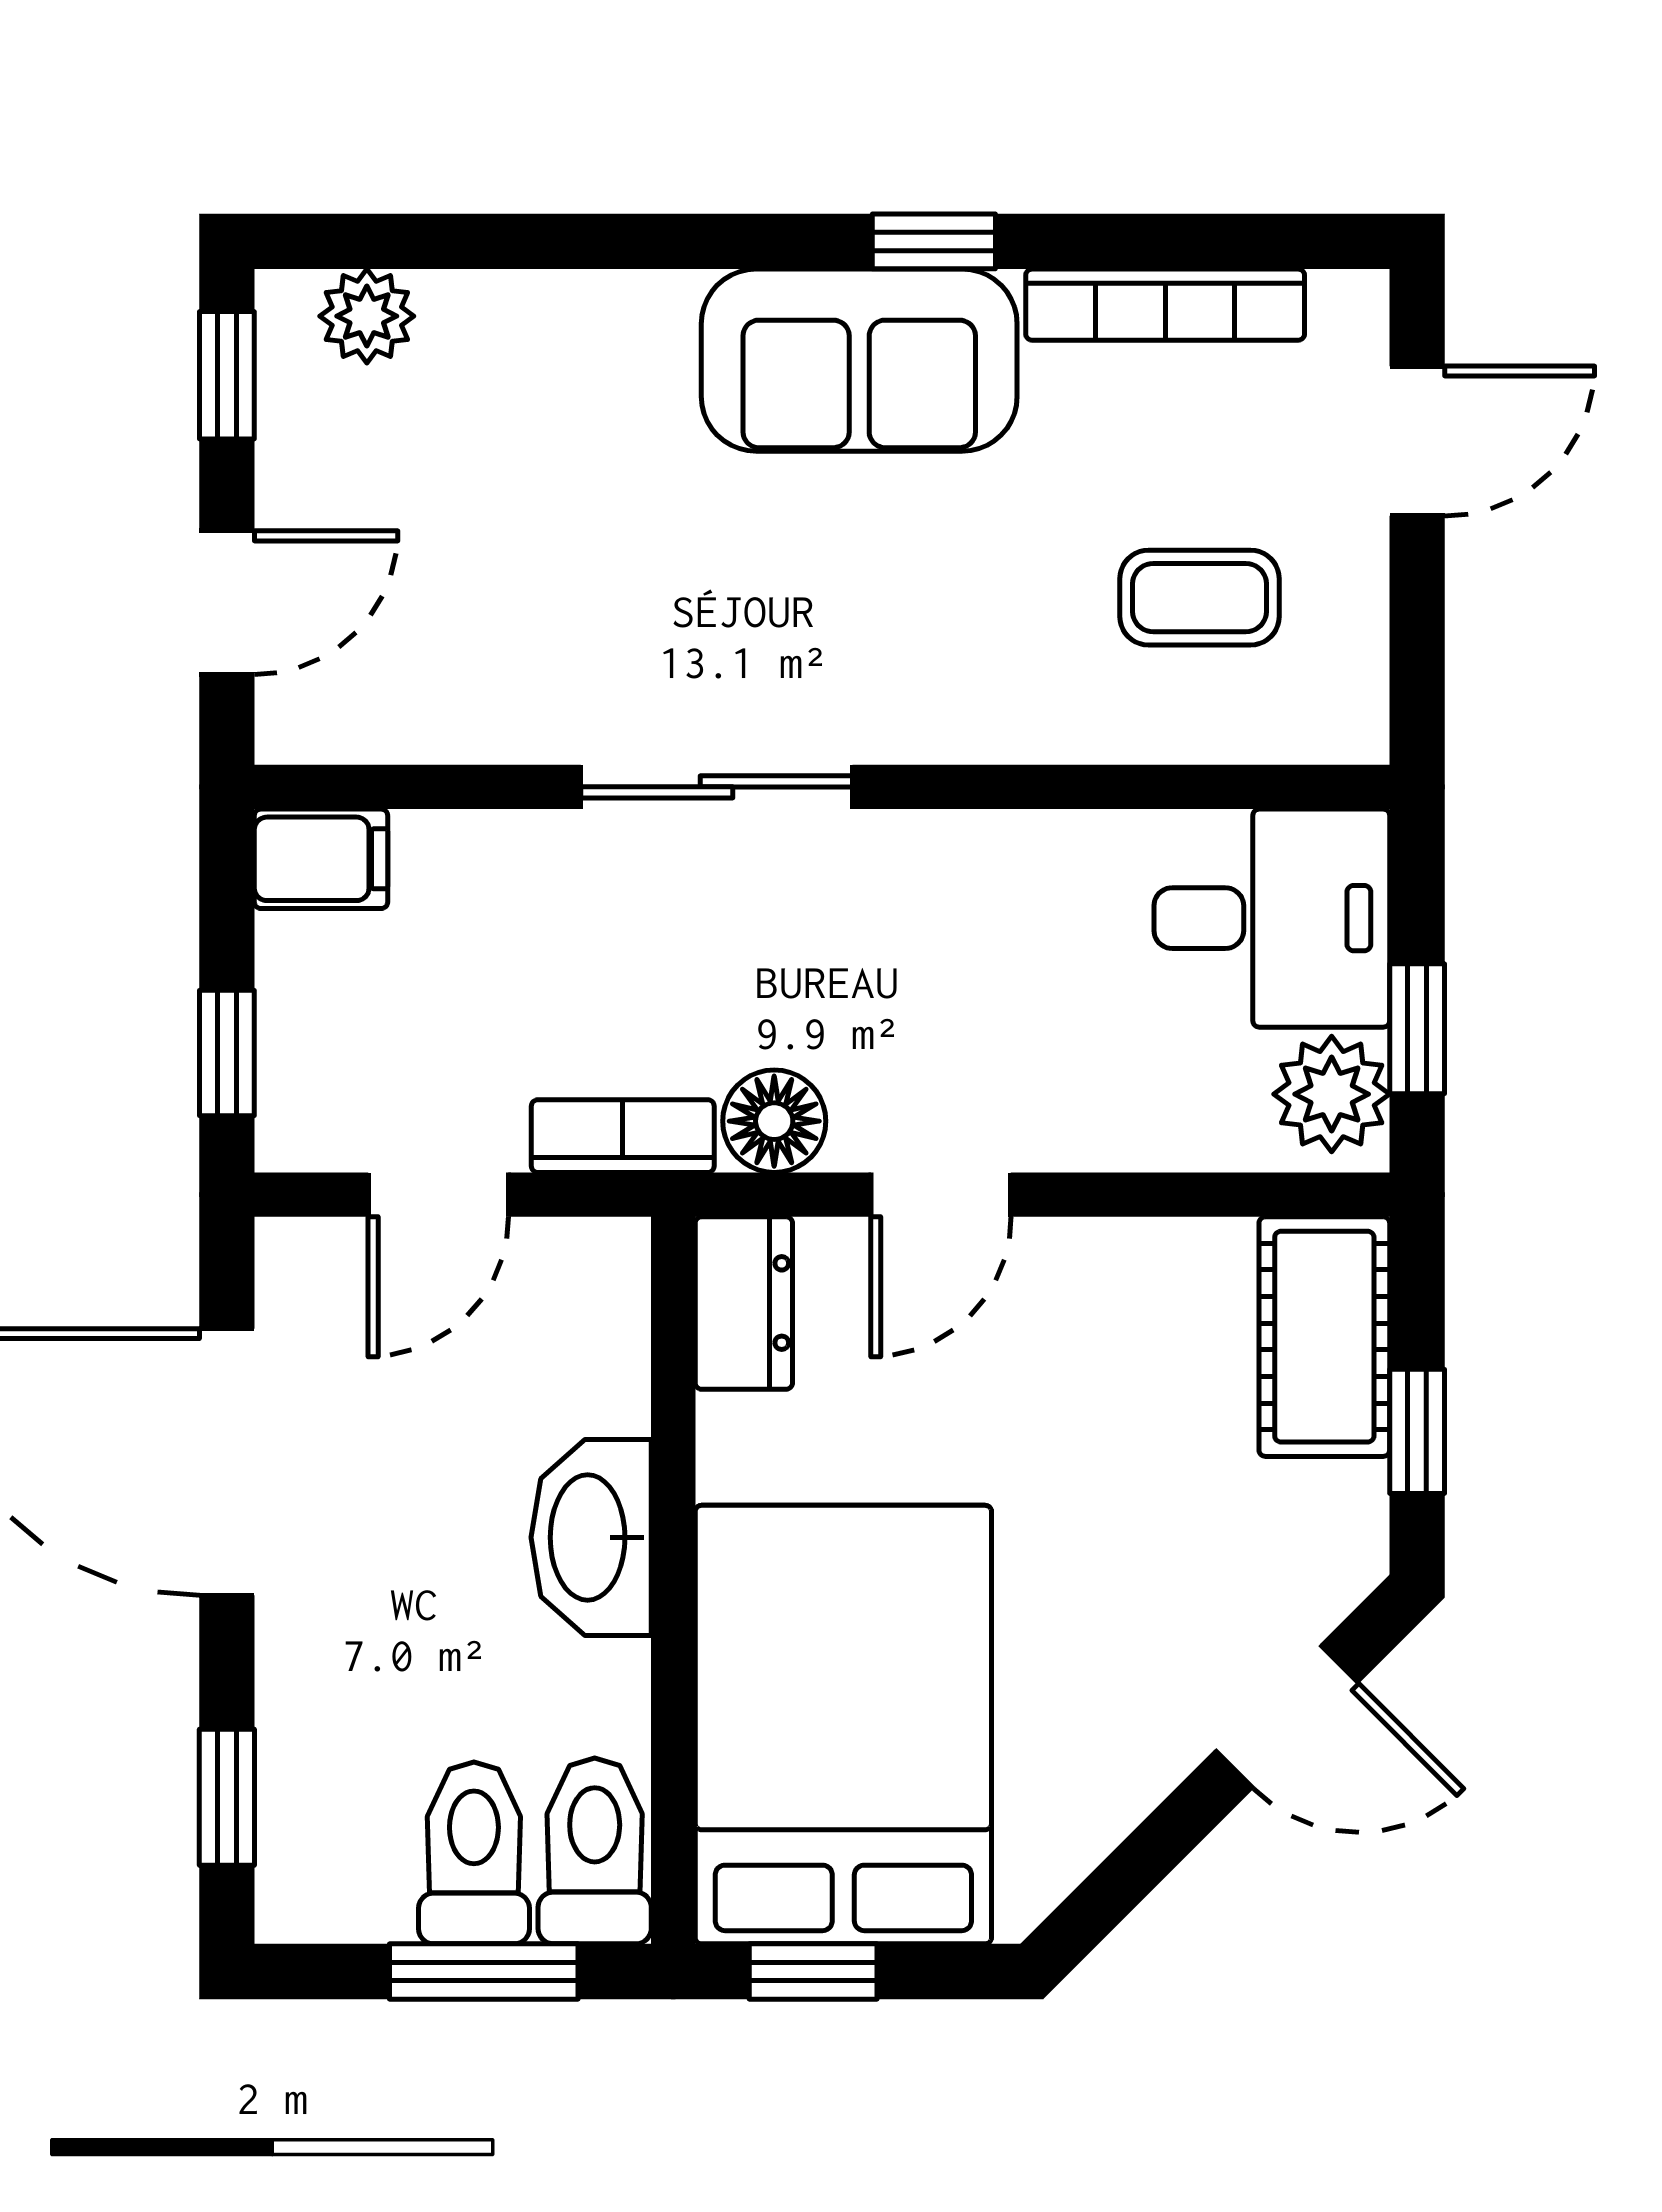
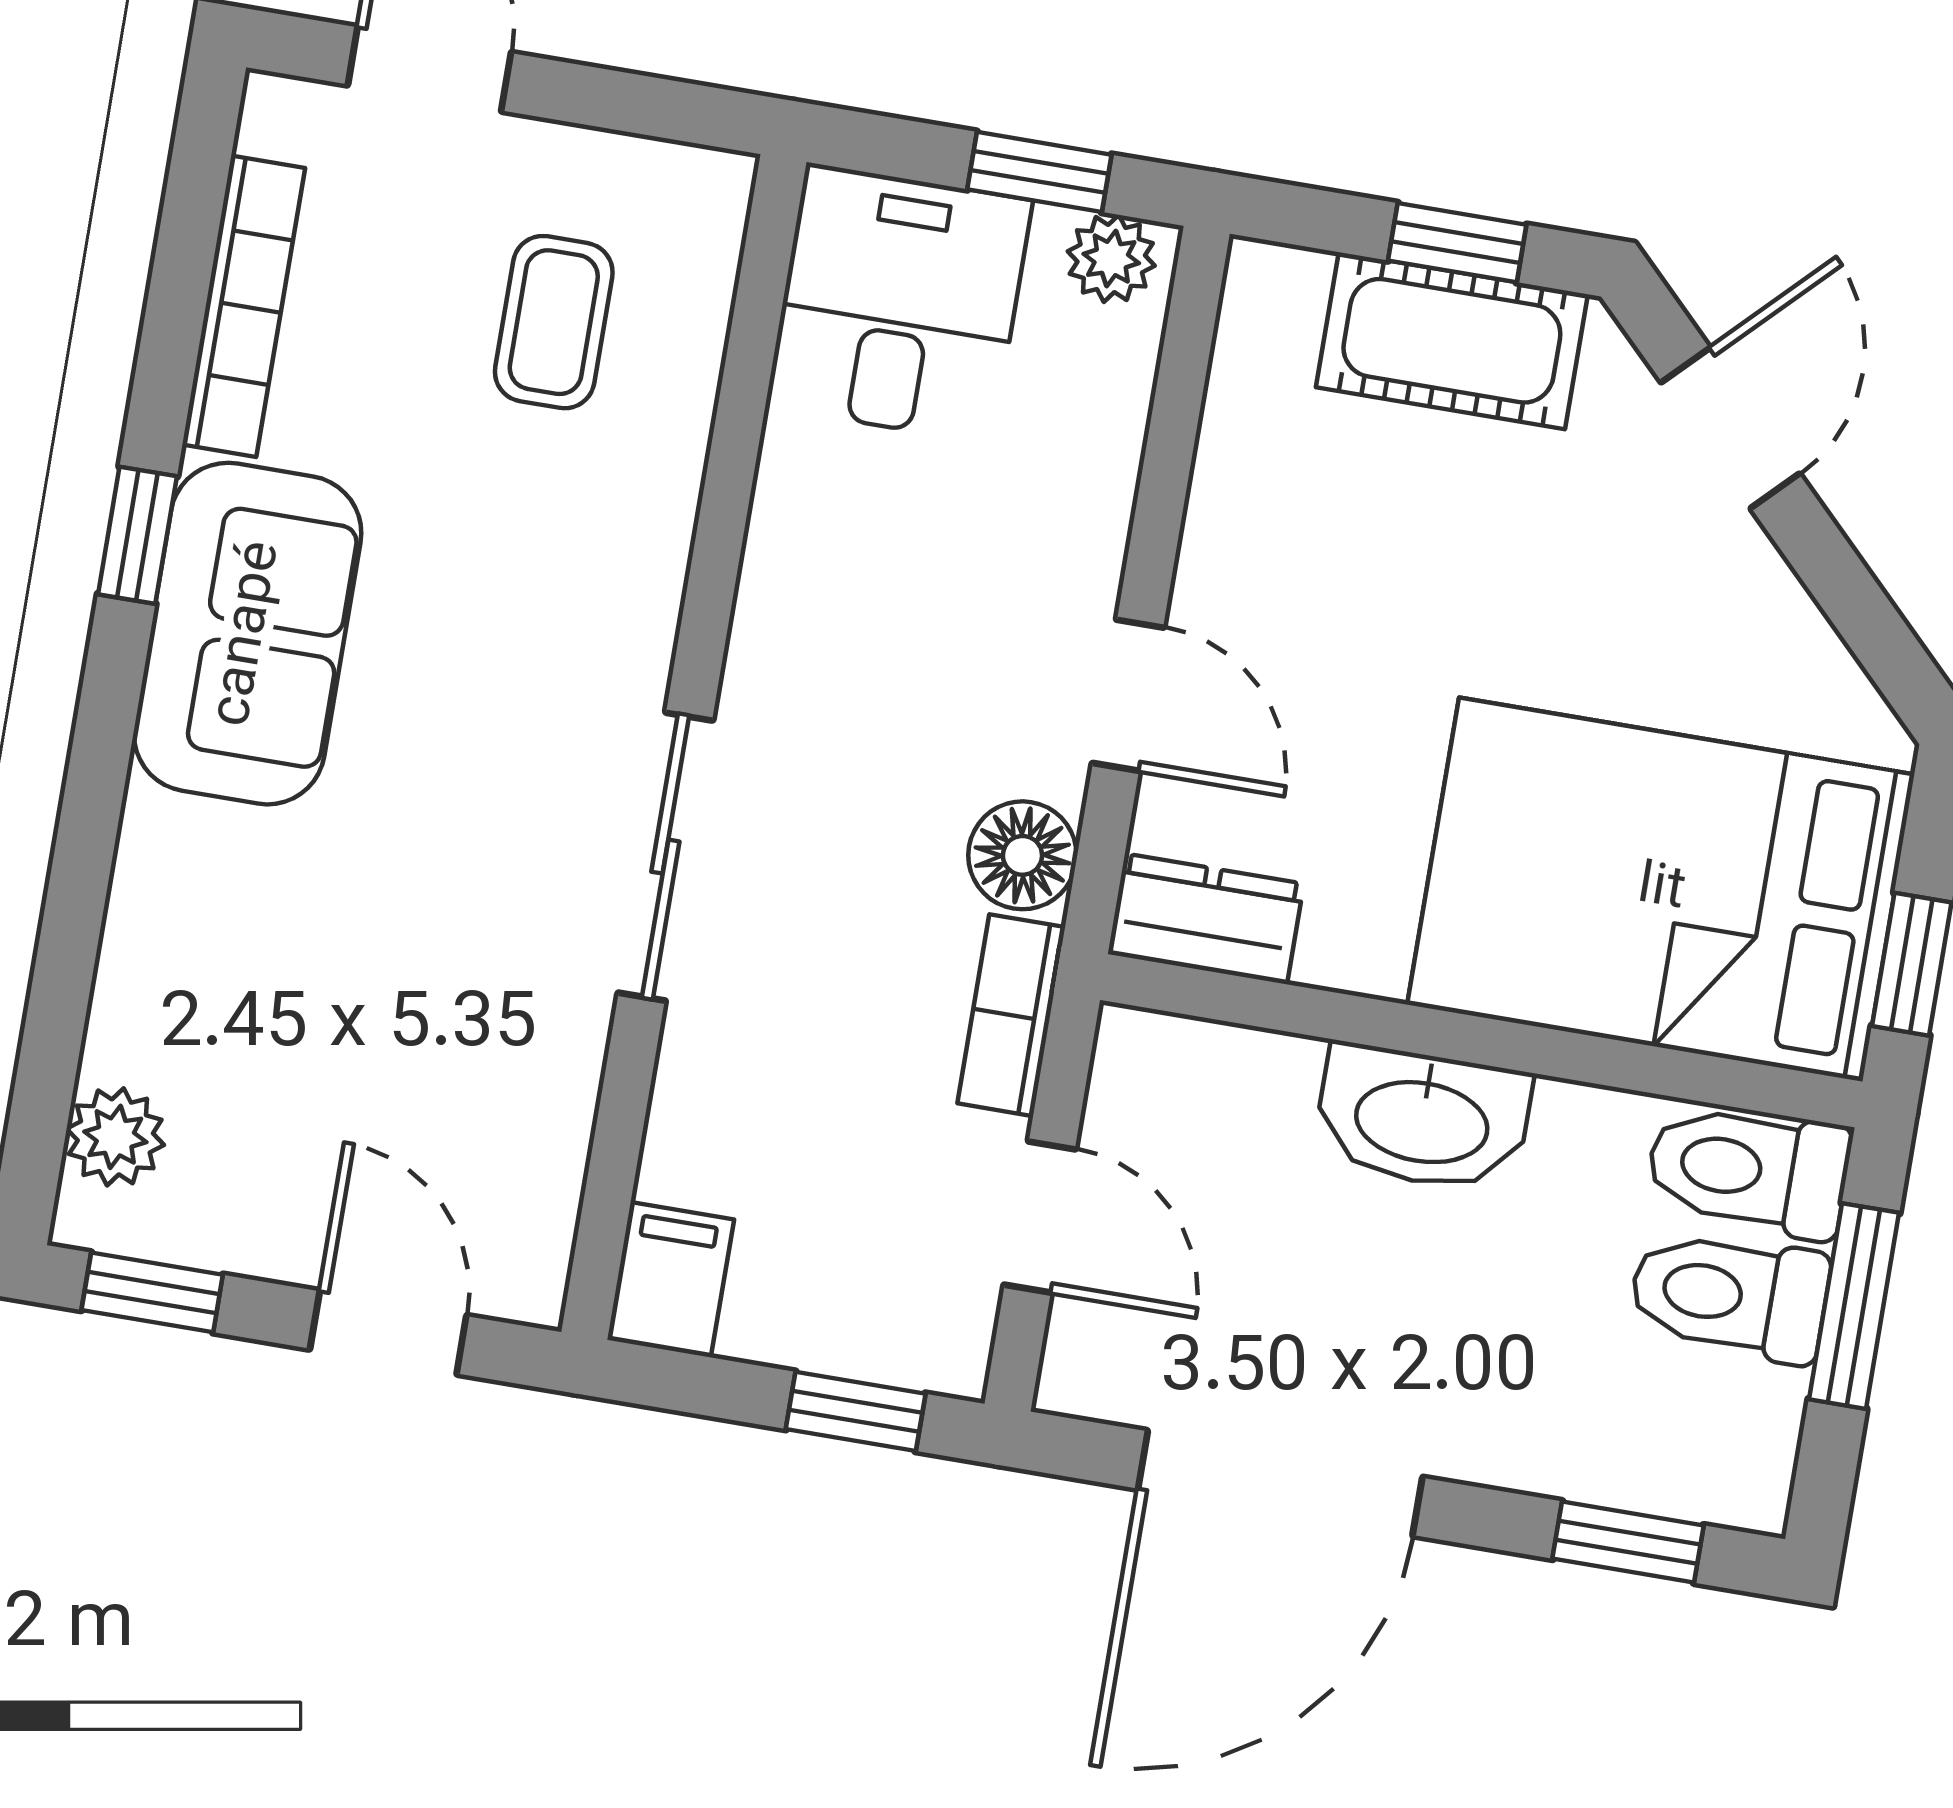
plant: (1332, 1094) -> (1111, 258), width x0.73, depth x0.73
cot: (1324, 1337) -> (1452, 341), moved

